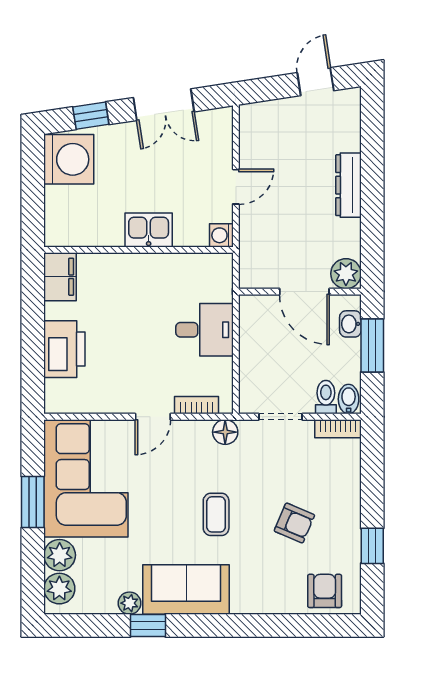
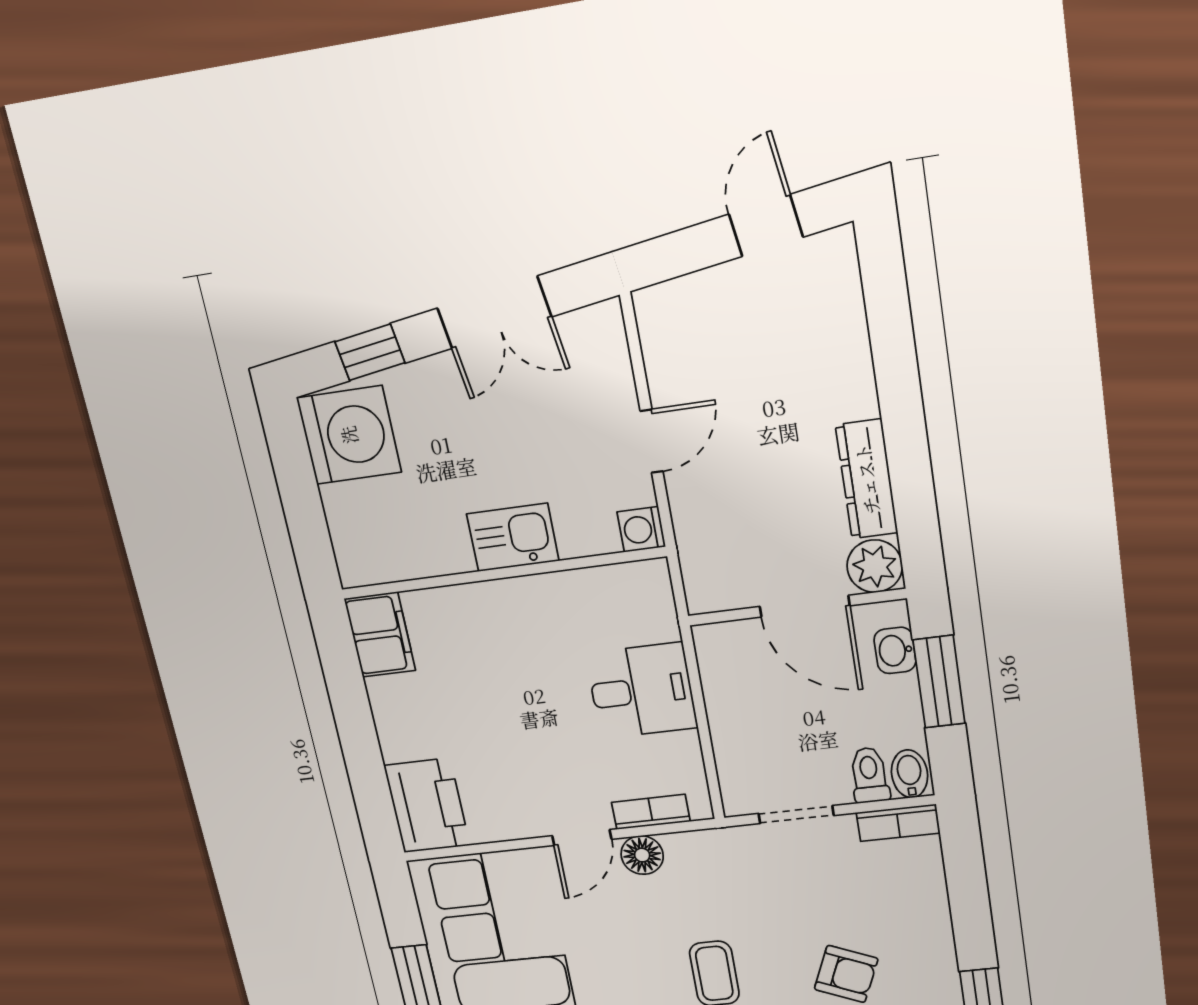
dresser: (348, 185) -> (867, 479), moved
printer: (64, 349) -> (427, 806), moved
floor lamp: (225, 432) -> (642, 855), moved

